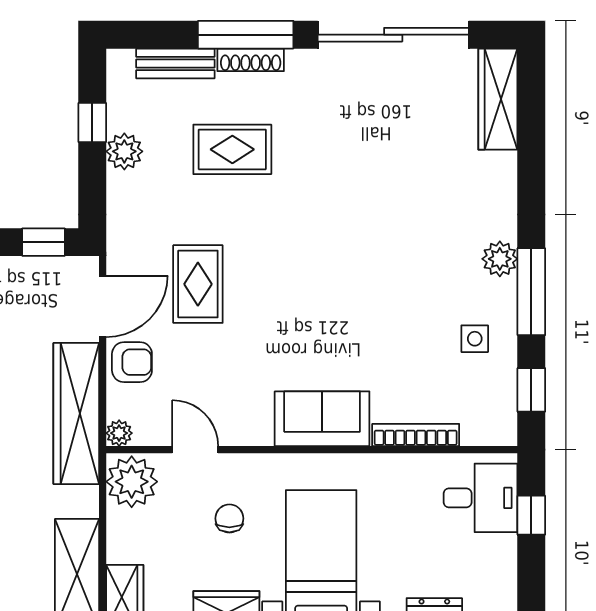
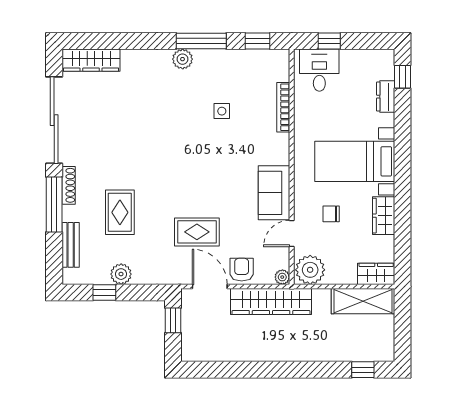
shoe rack: (251, 60) -> (69, 185), moved
side table: (475, 339) -> (222, 111), moved
sofa: (322, 419) -> (274, 193), moved

